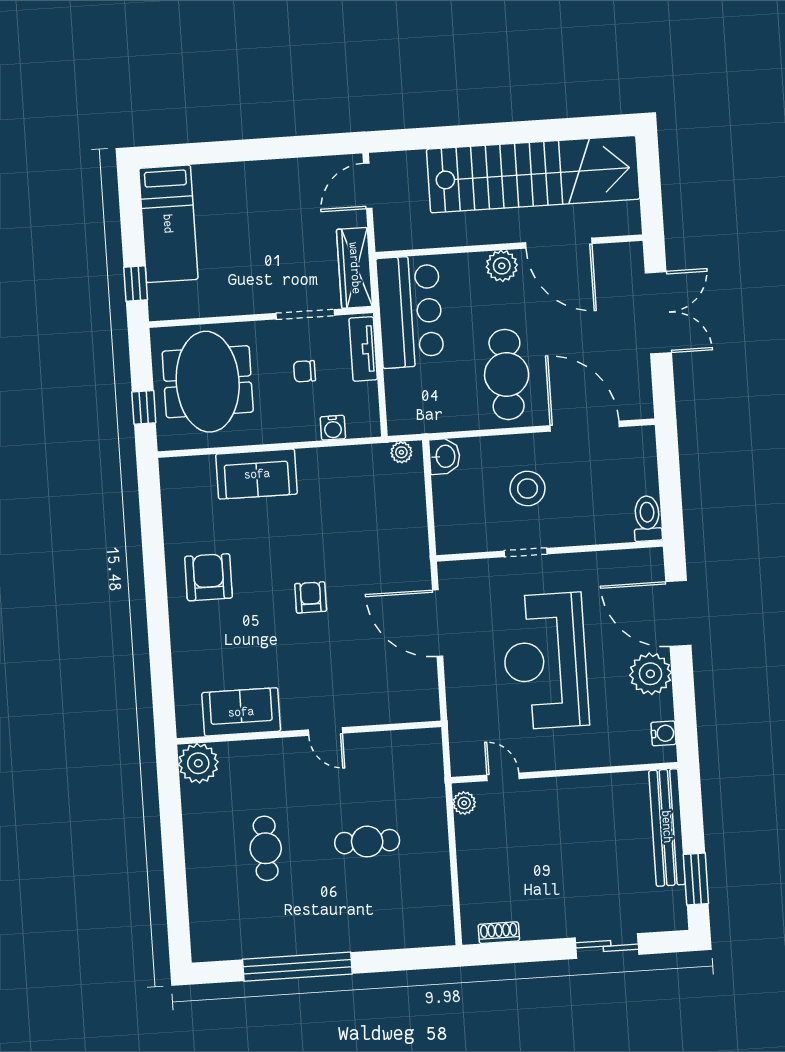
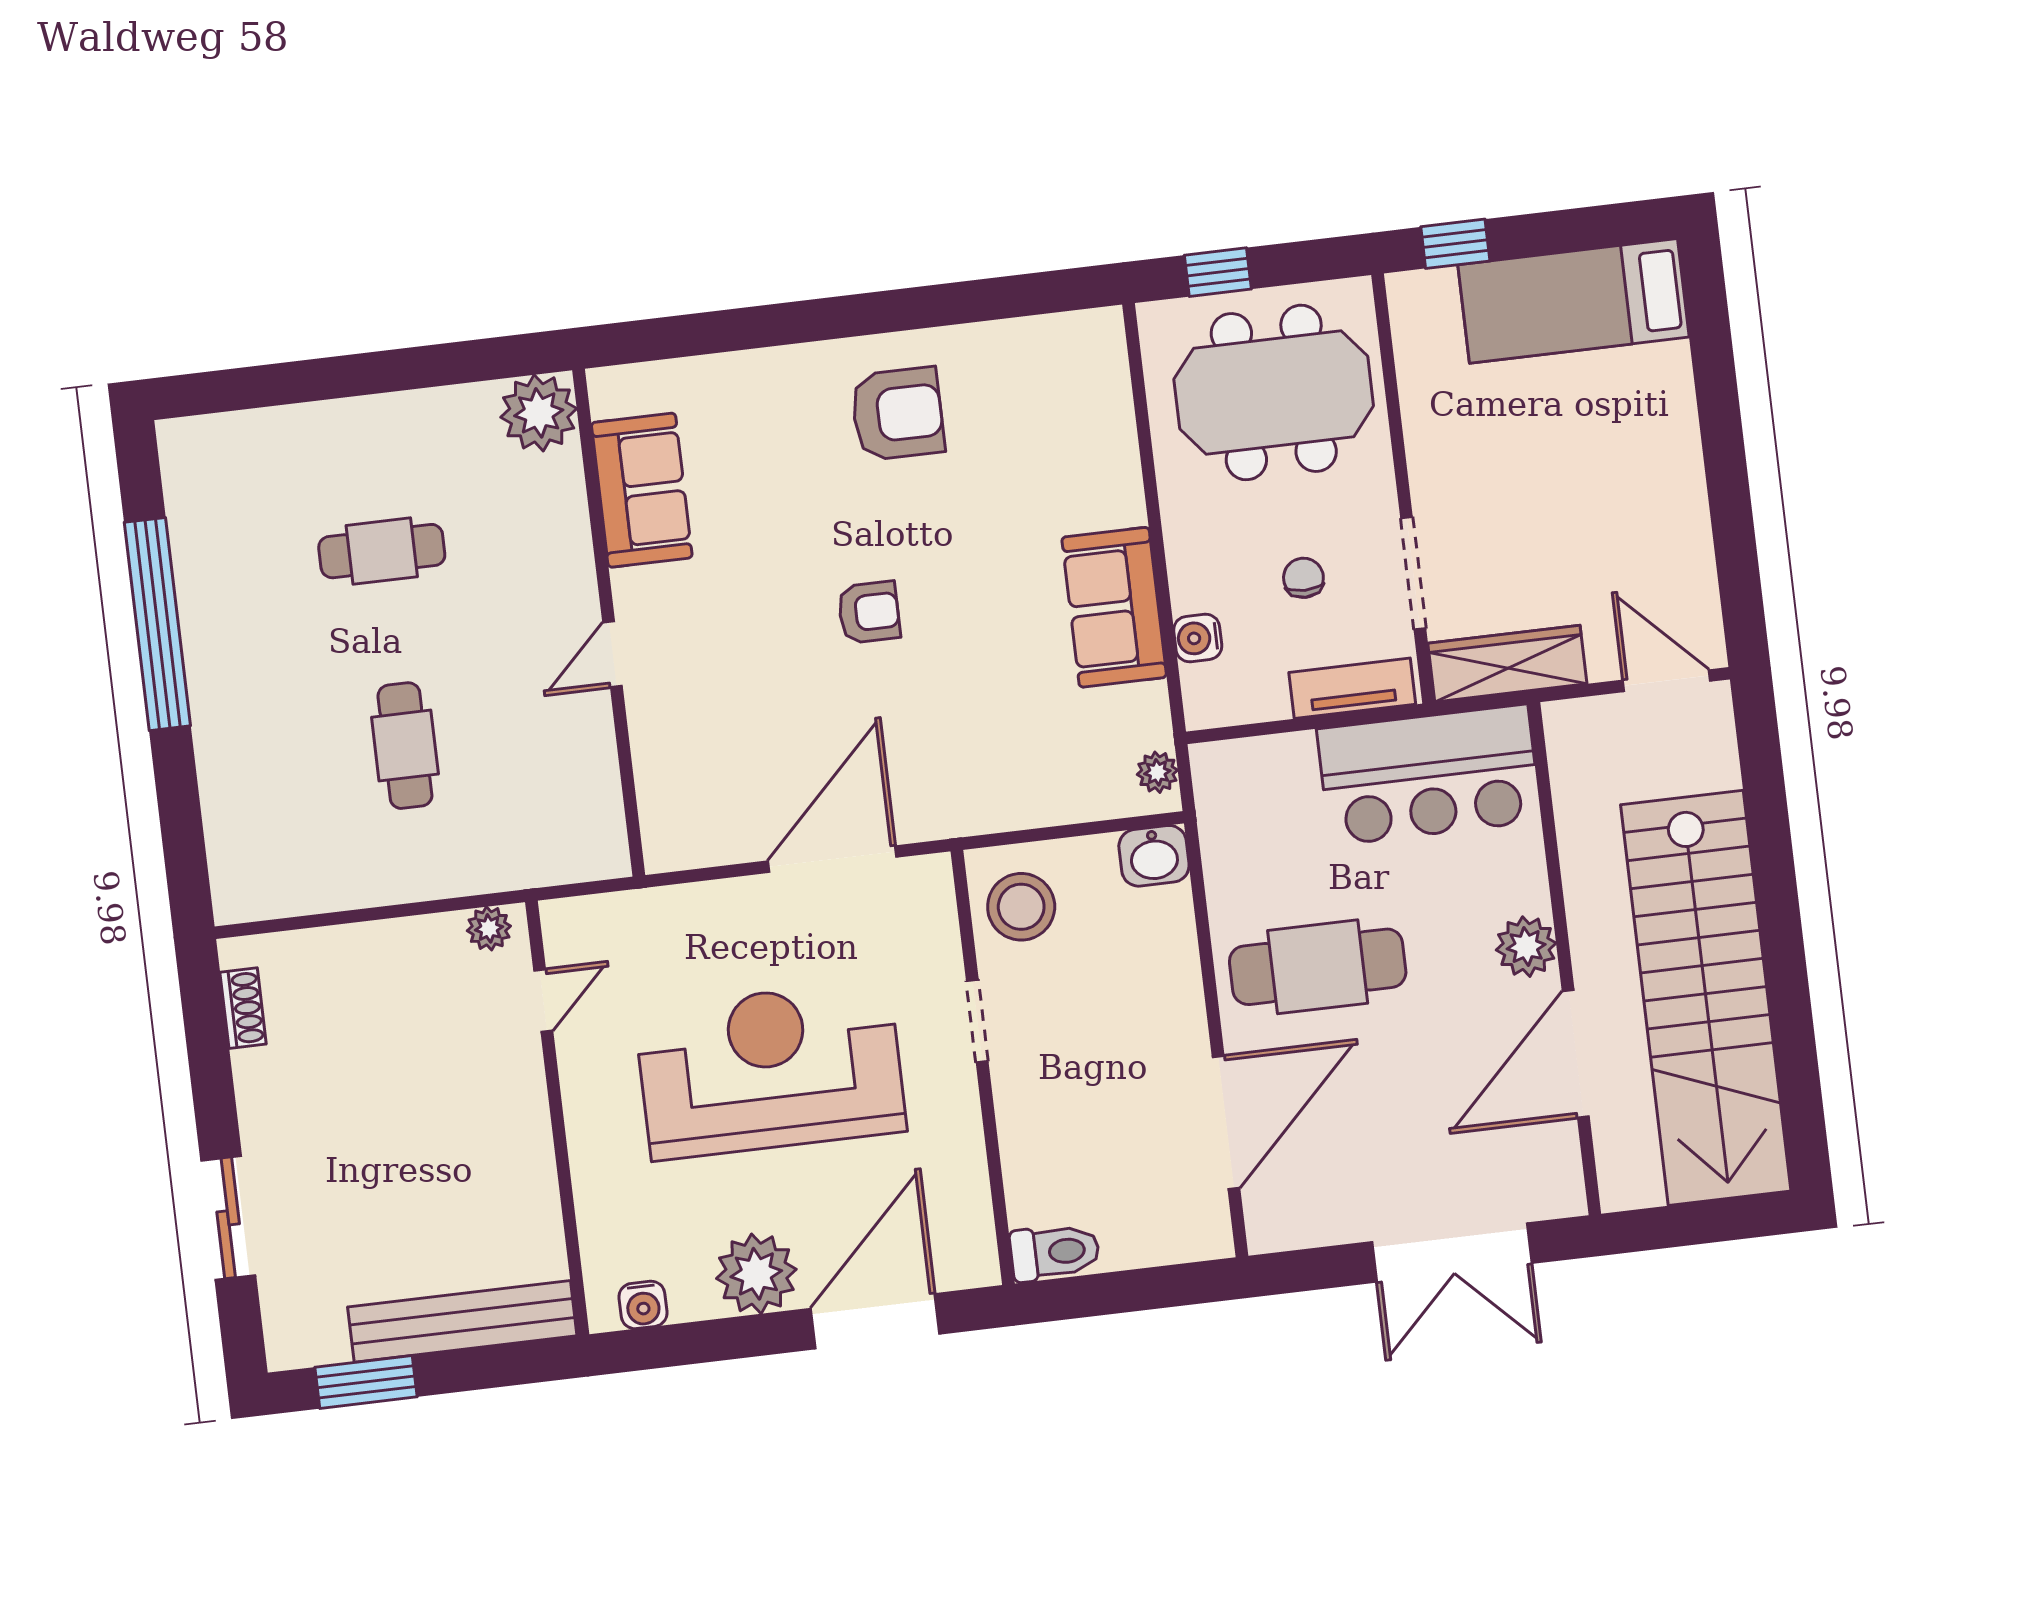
sofa: (257, 474) -> (1114, 607), moved
stool: (527, 489) -> (1021, 907), moved

